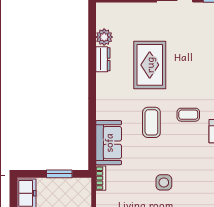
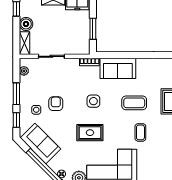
rug: (189, 177) -> (90, 133), added
side table: (164, 182) -> (93, 101), moved

